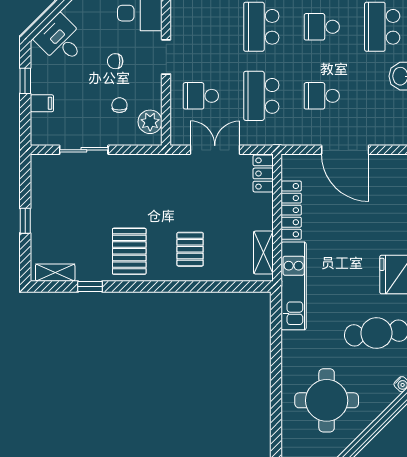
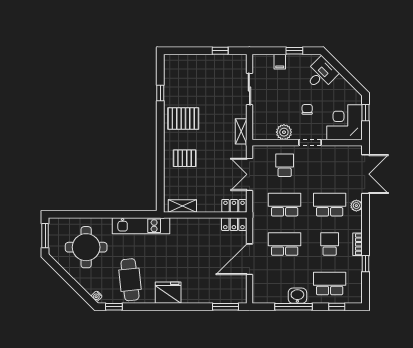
school desk: (322, 96) -> (285, 244), width x1.85
chair: (119, 105) -> (279, 112), removed
plant: (150, 122) -> (284, 132), moved
double door: (215, 150) -> (249, 174), swing flipped
locker: (291, 210) -> (234, 224), moved, width x0.66
window: (25, 221) -> (220, 51), moved
shelving: (55, 273) -> (241, 131), moved
kitchen unit: (294, 286) -> (141, 226), moved

